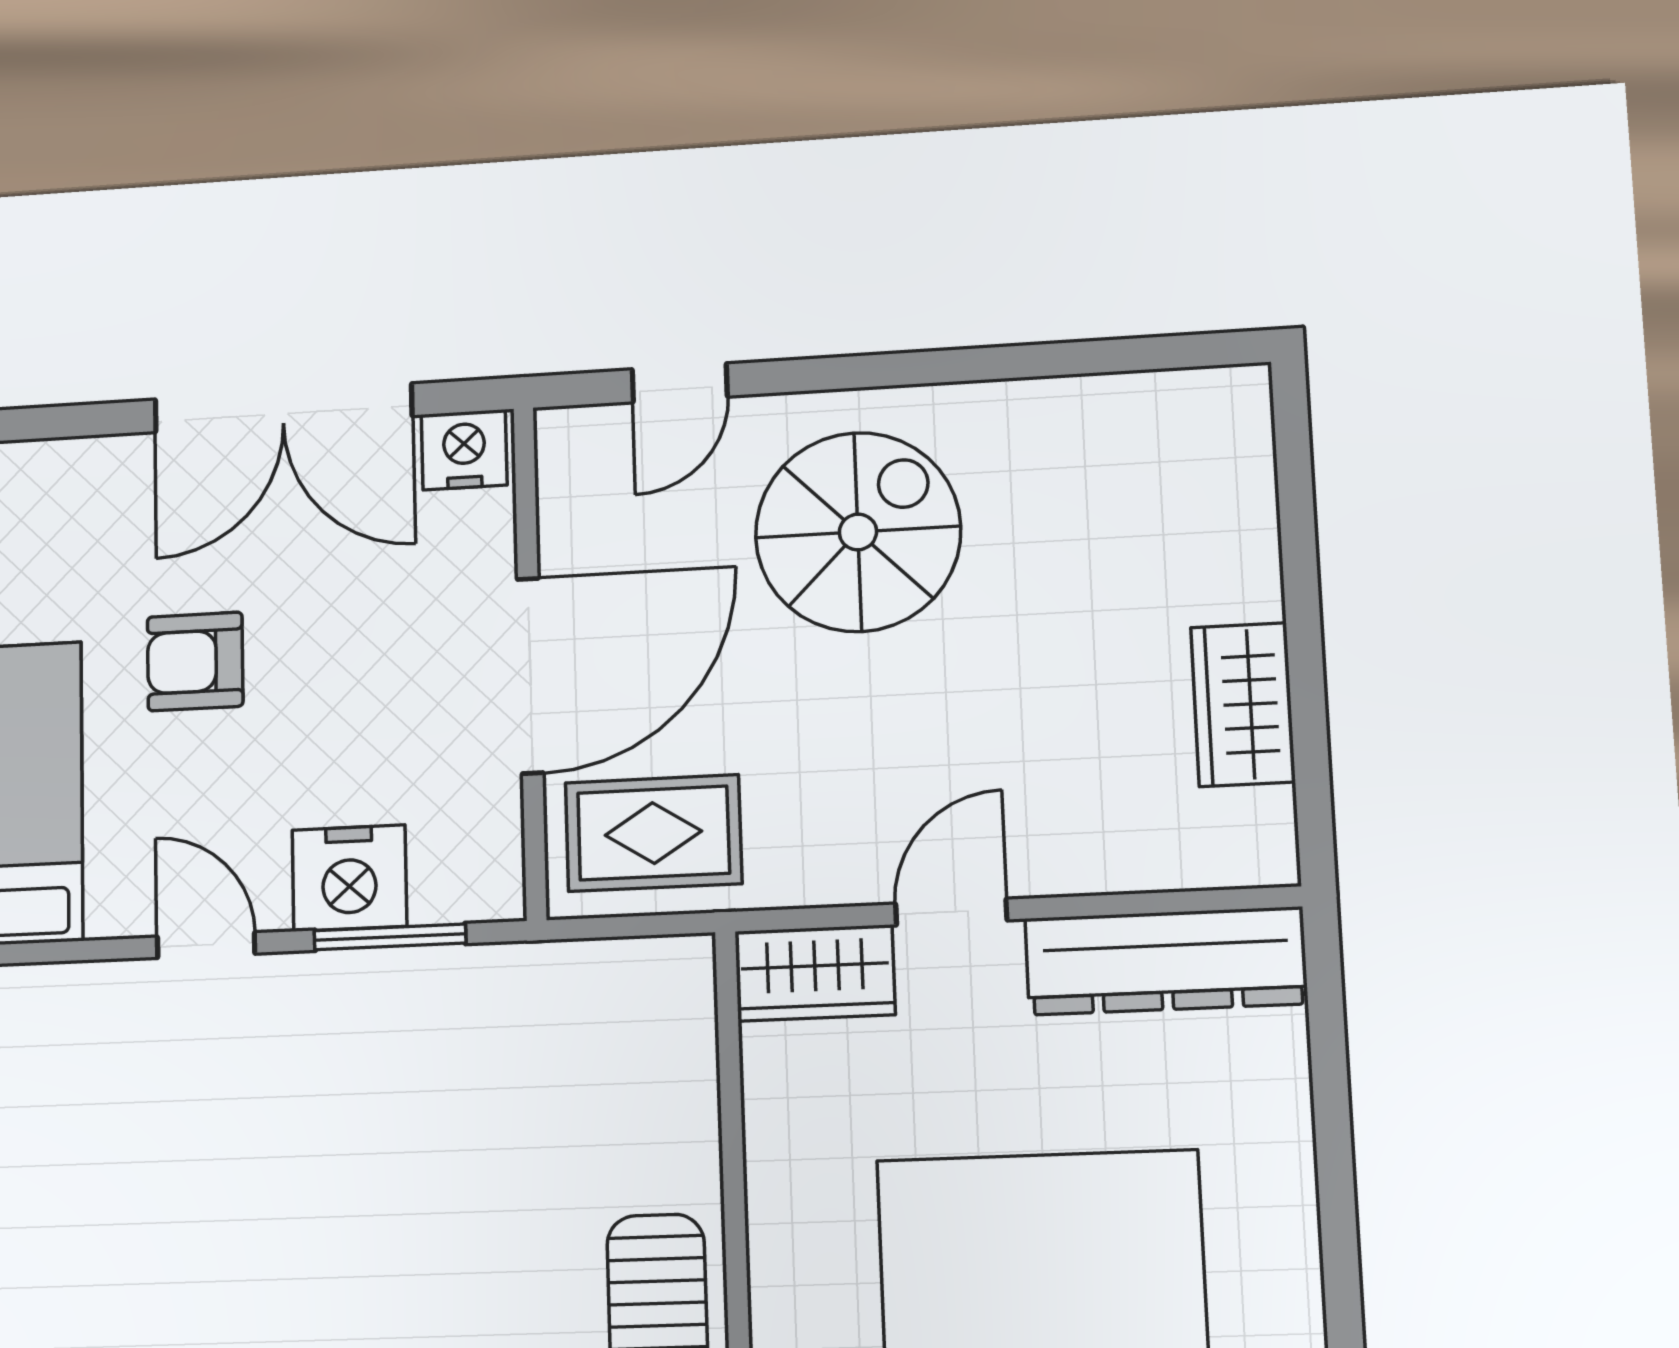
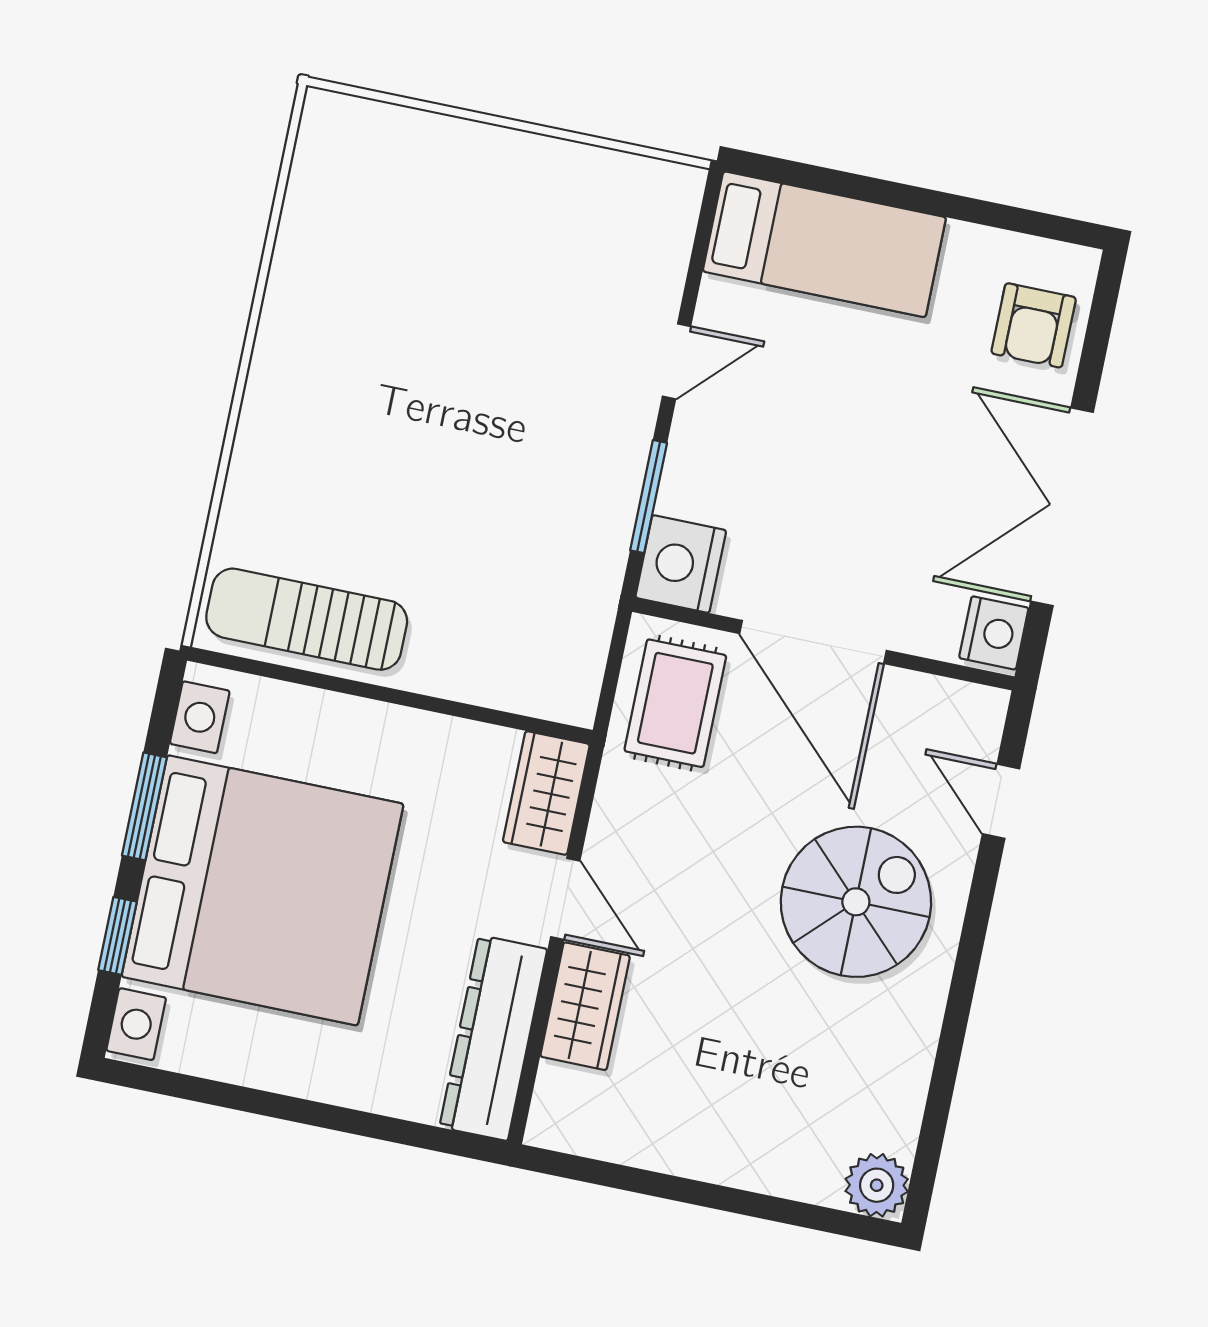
plant: (1229, 407) -> (877, 1185), added
spiral stairs: (858, 532) -> (856, 902), turned -90
armchair: (195, 661) -> (1034, 325), moved, turned 180
wardrobe: (1243, 705) -> (585, 1006), moved, turned 90
nightstand: (349, 878) -> (681, 564), moved

